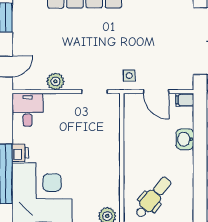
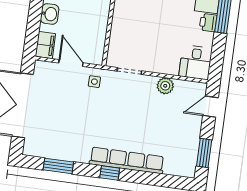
filing cabinet: (185, 100) -> (45, 45), width x2.00

